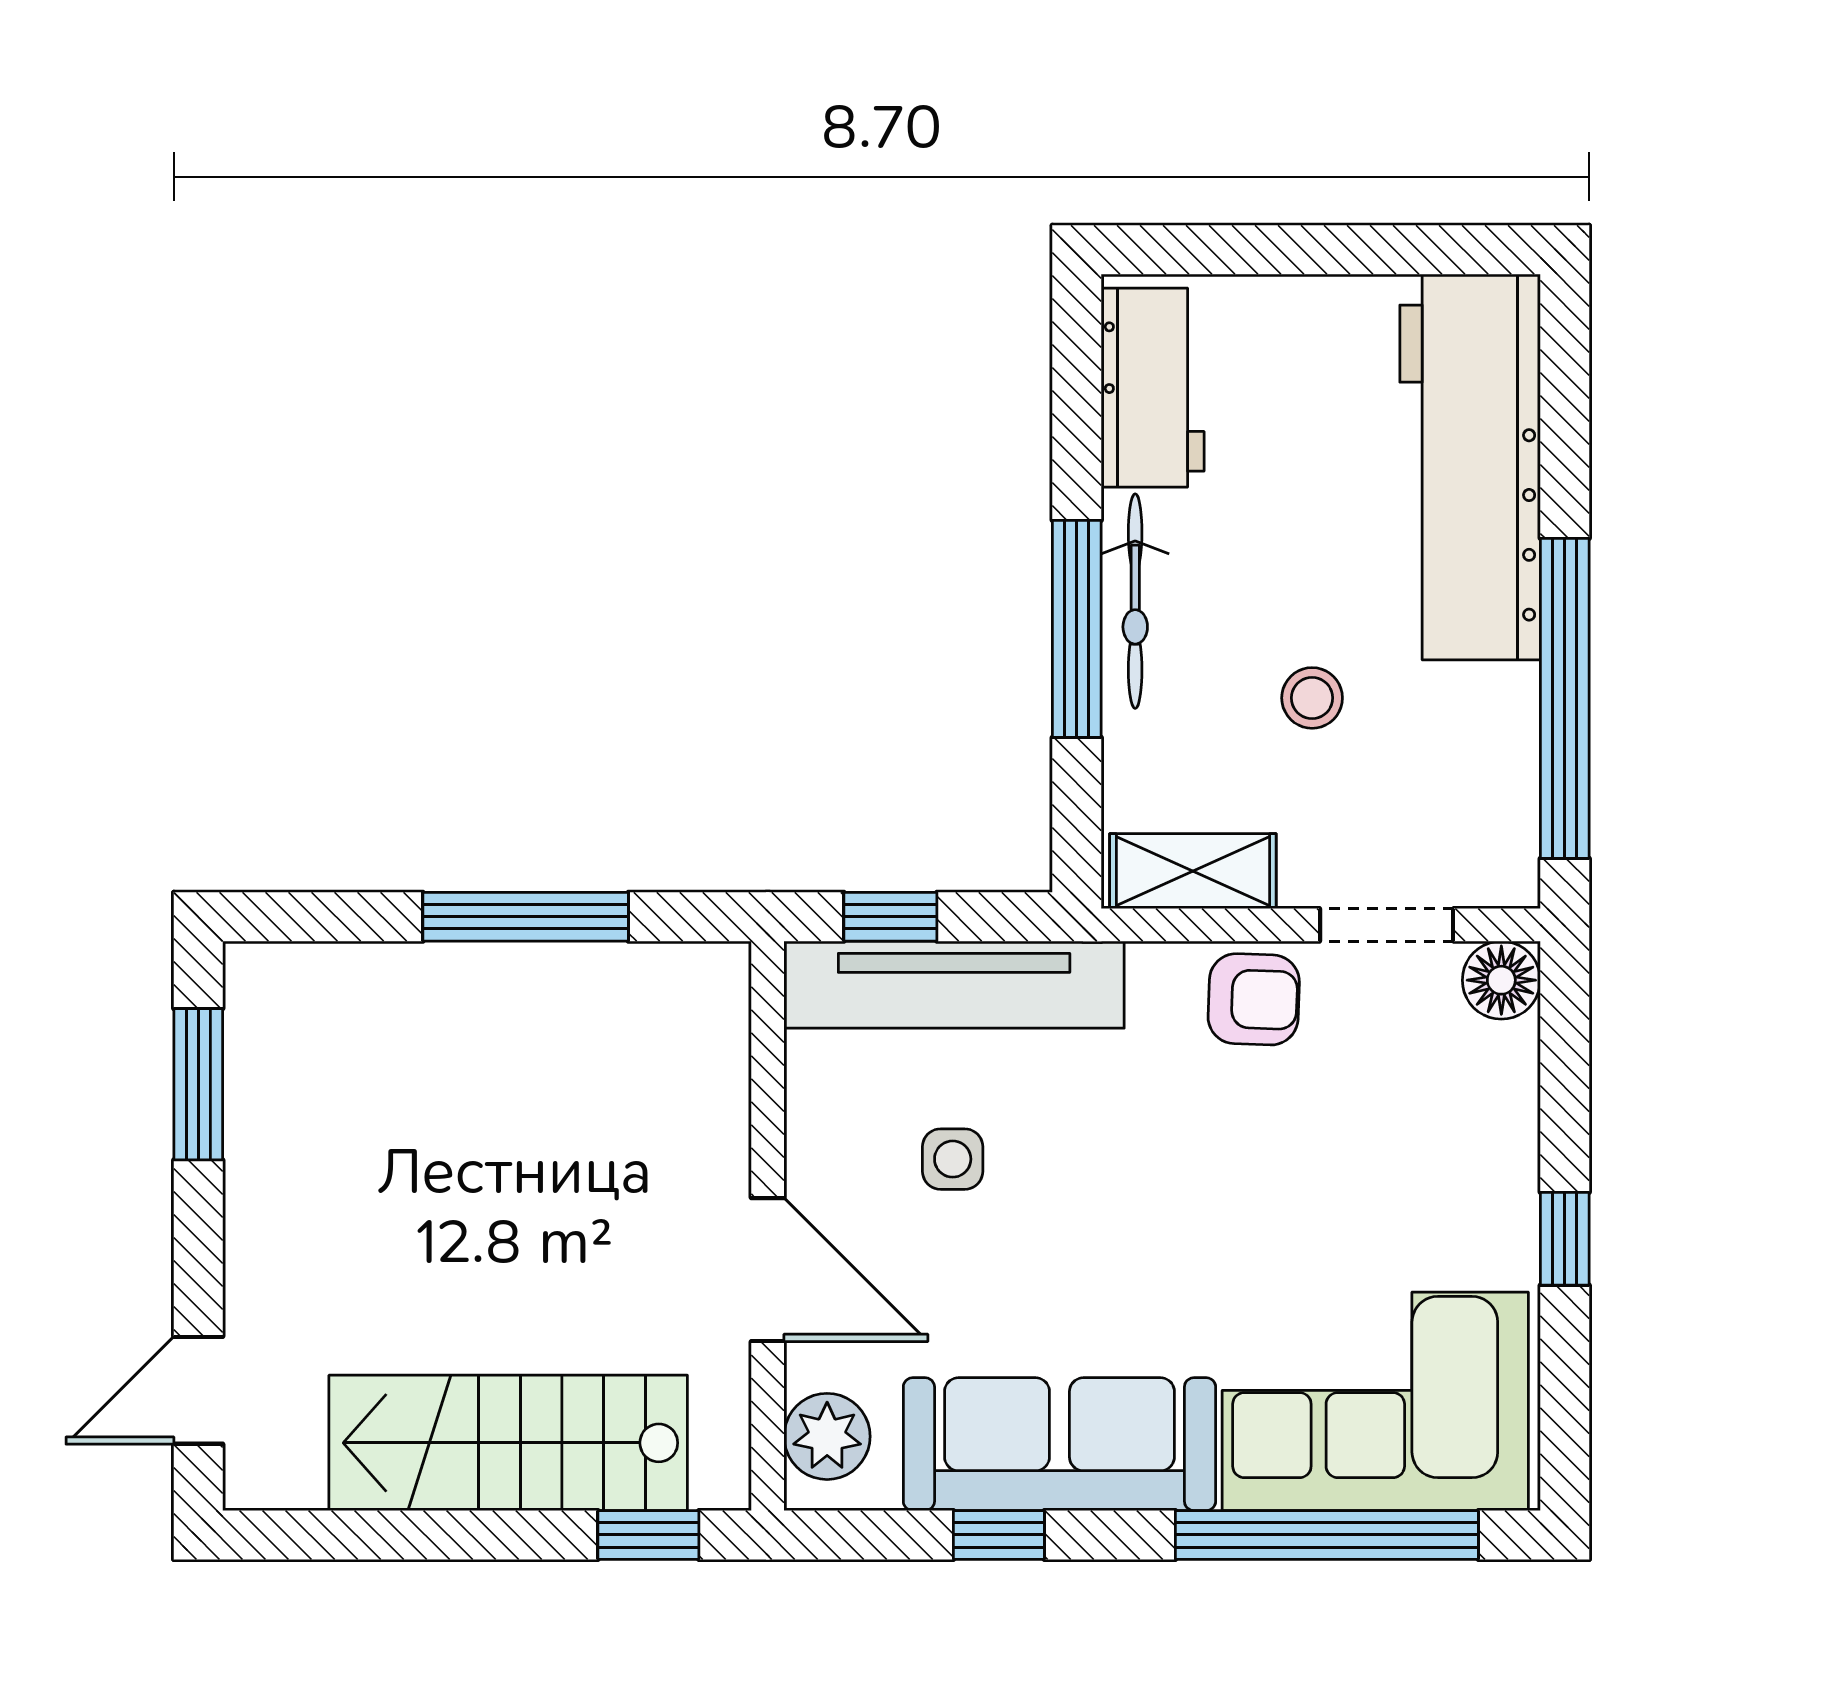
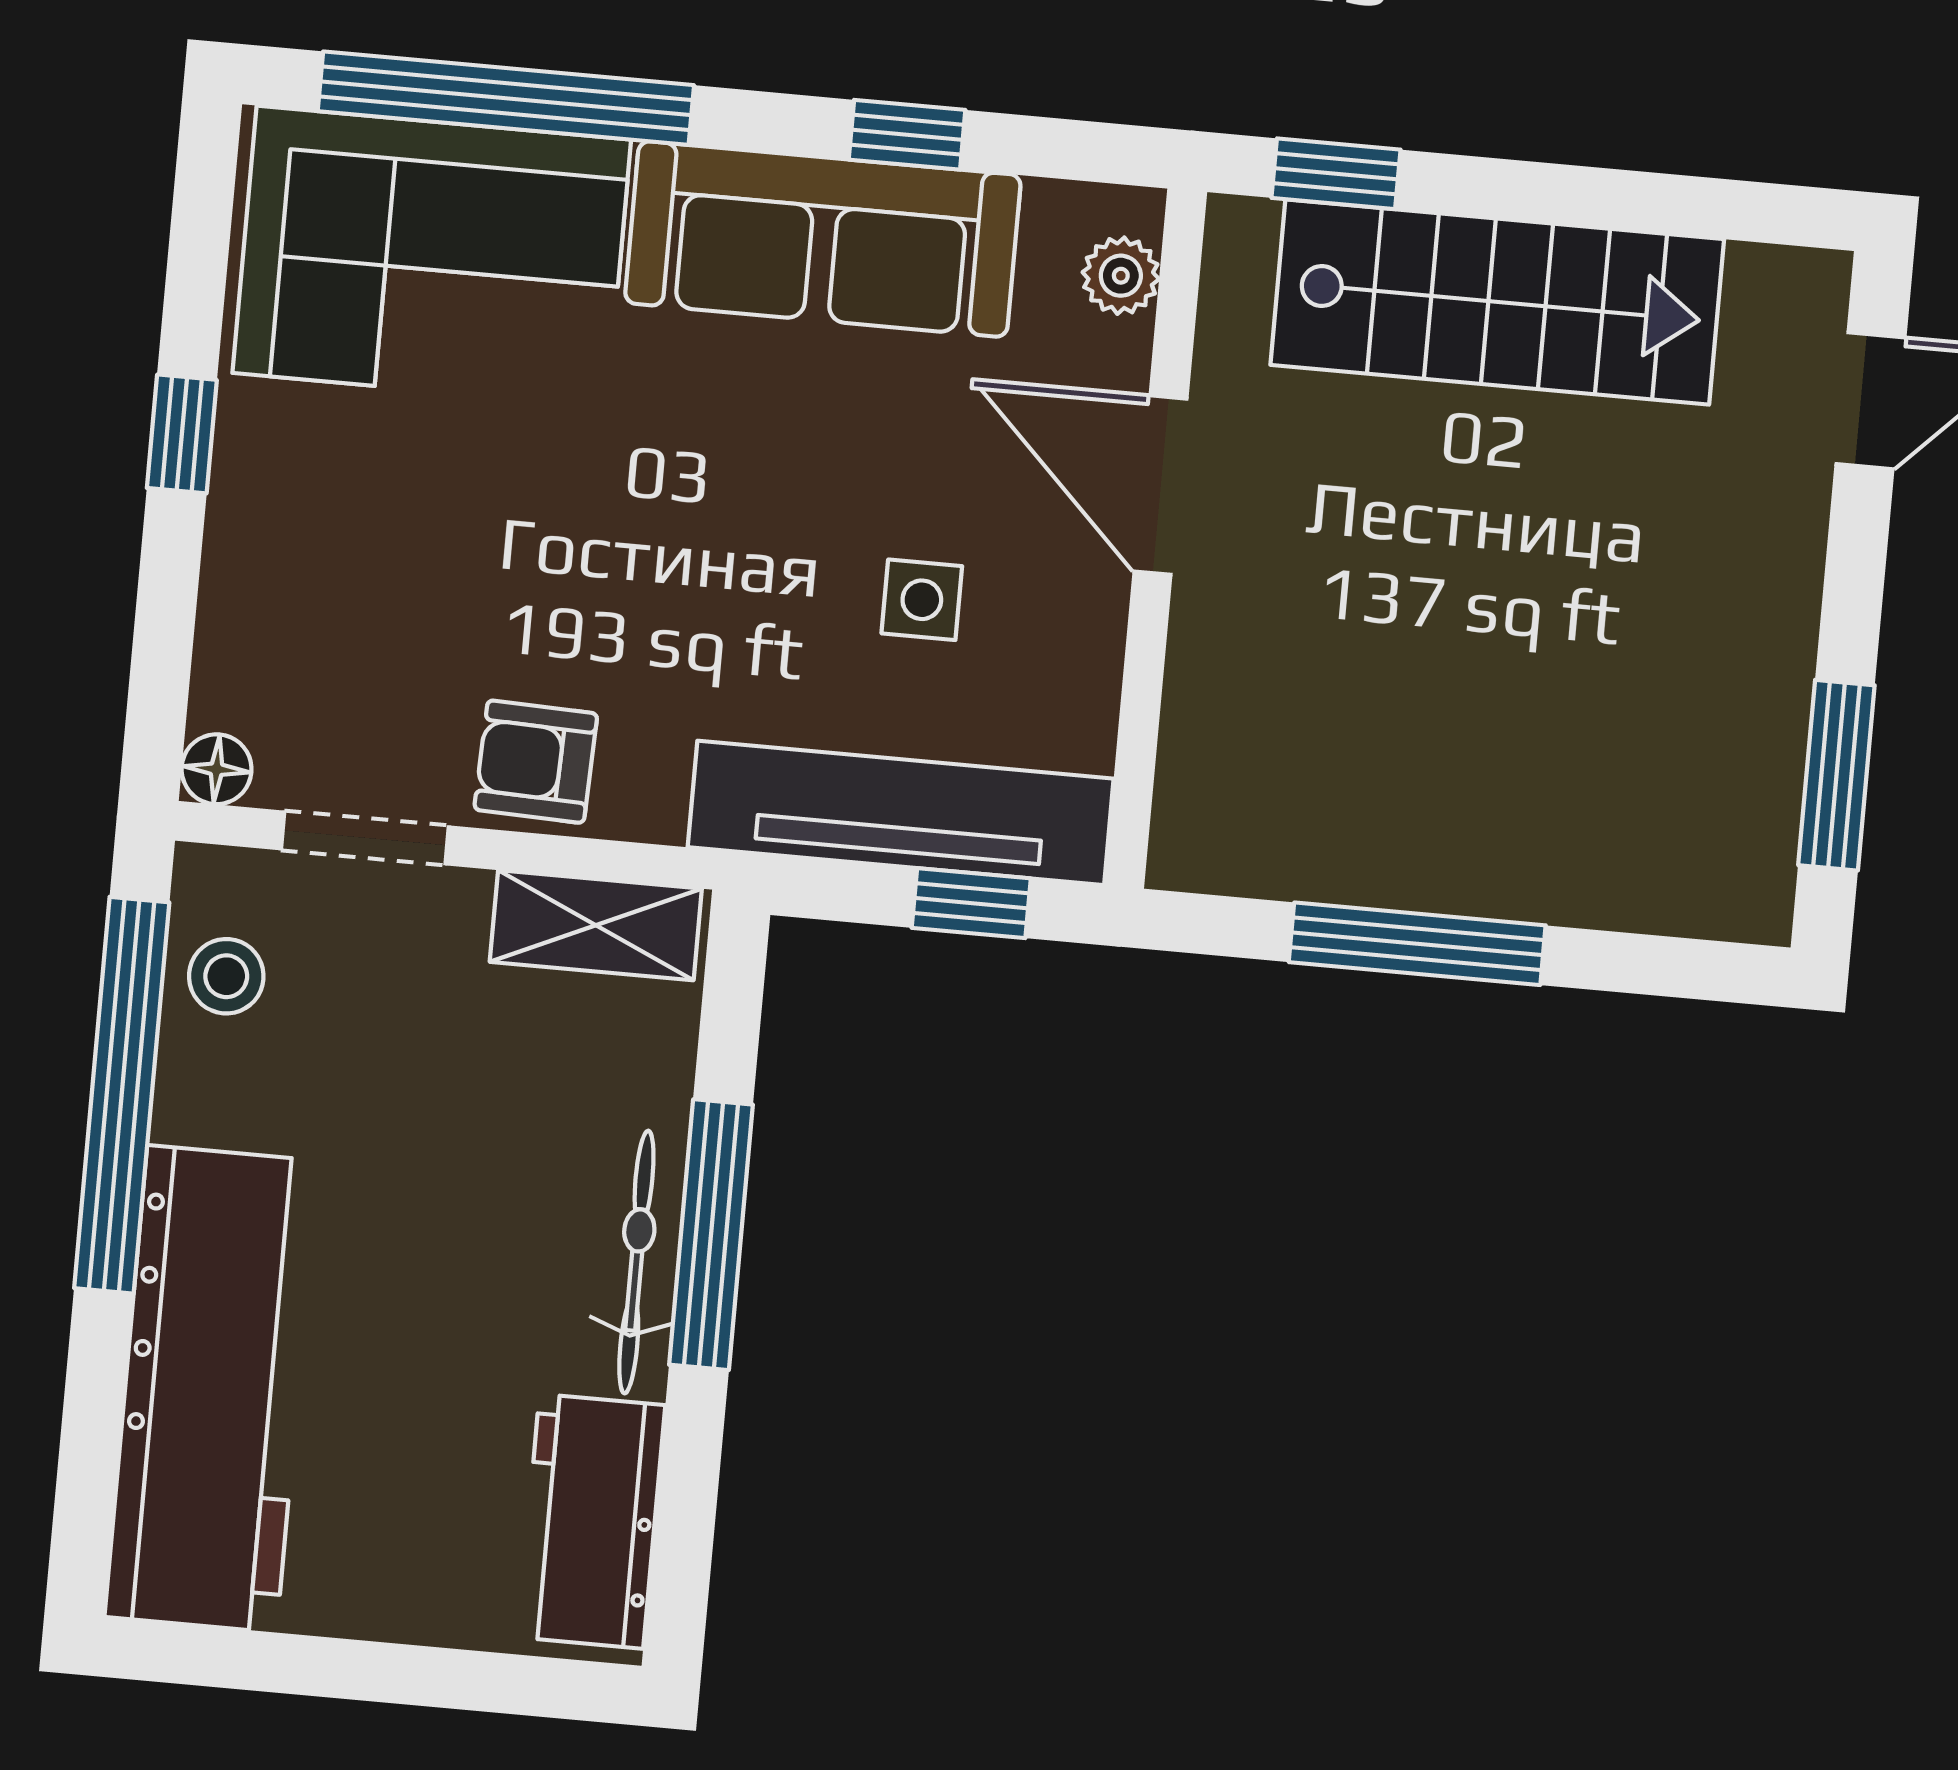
stool: (1312, 698) -> (226, 976), moved
floor lamp: (1501, 980) -> (217, 769), width x0.73, depth x0.73
plant: (827, 1436) -> (1121, 276), width x0.73, depth x0.73

